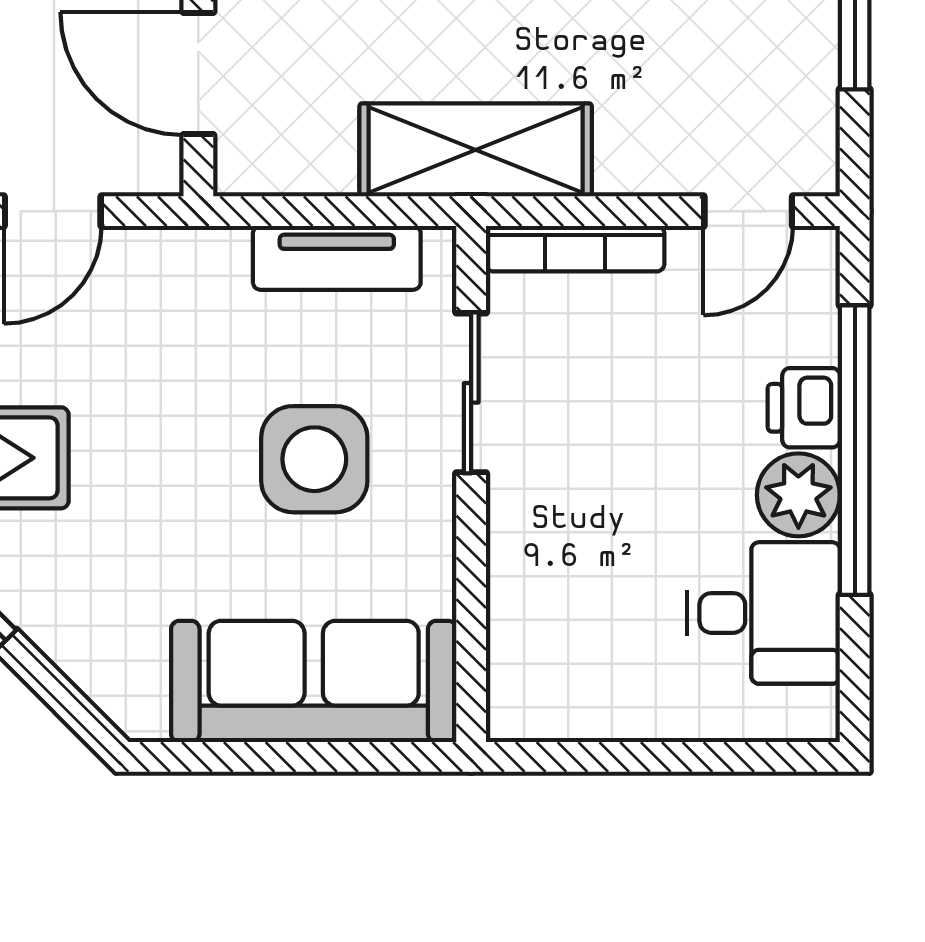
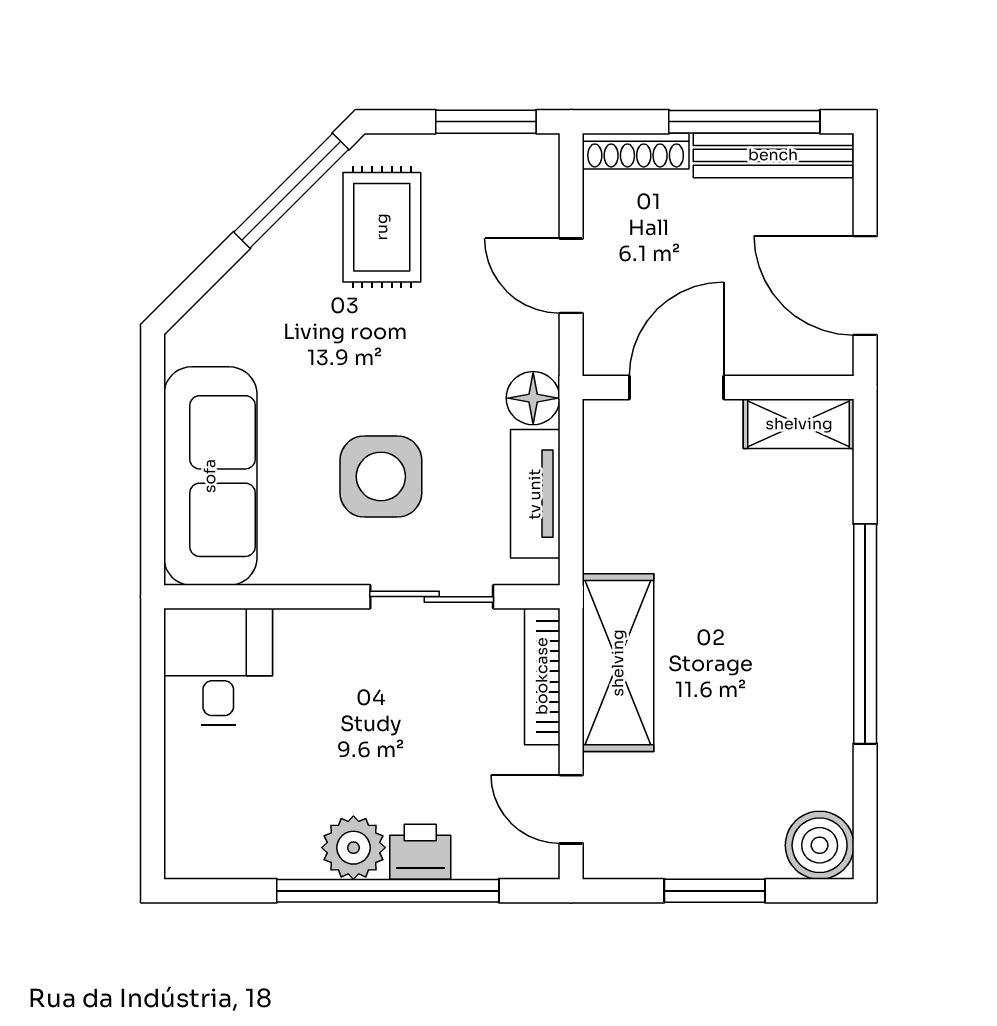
shelving: (476, 150) -> (618, 663), moved
floor lamp: (212, 261) -> (533, 398), added
desk: (764, 613) -> (218, 667), moved, turned 180

